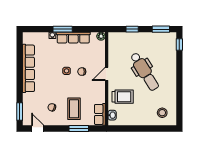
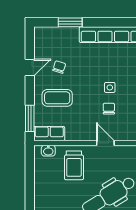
window: (20, 111) -> (70, 22), moved
door: (38, 129) -> (30, 67), moved
window: (79, 129) -> (30, 118), moved

